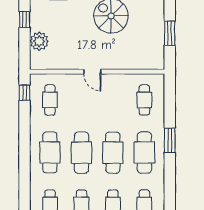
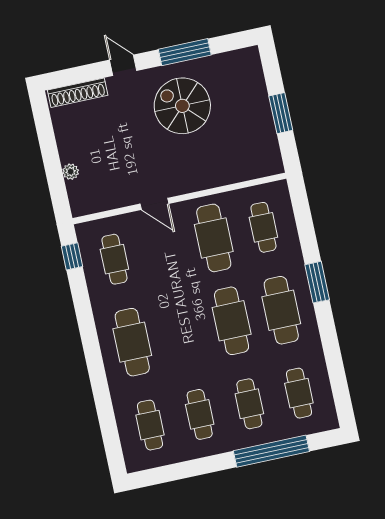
window: (25, 20) -> (47, 141), removed
plant: (39, 41) -> (71, 172), width x0.53, depth x0.53
door: (92, 72) -> (154, 204), moved
cafe table: (81, 153) -> (214, 238), moved

